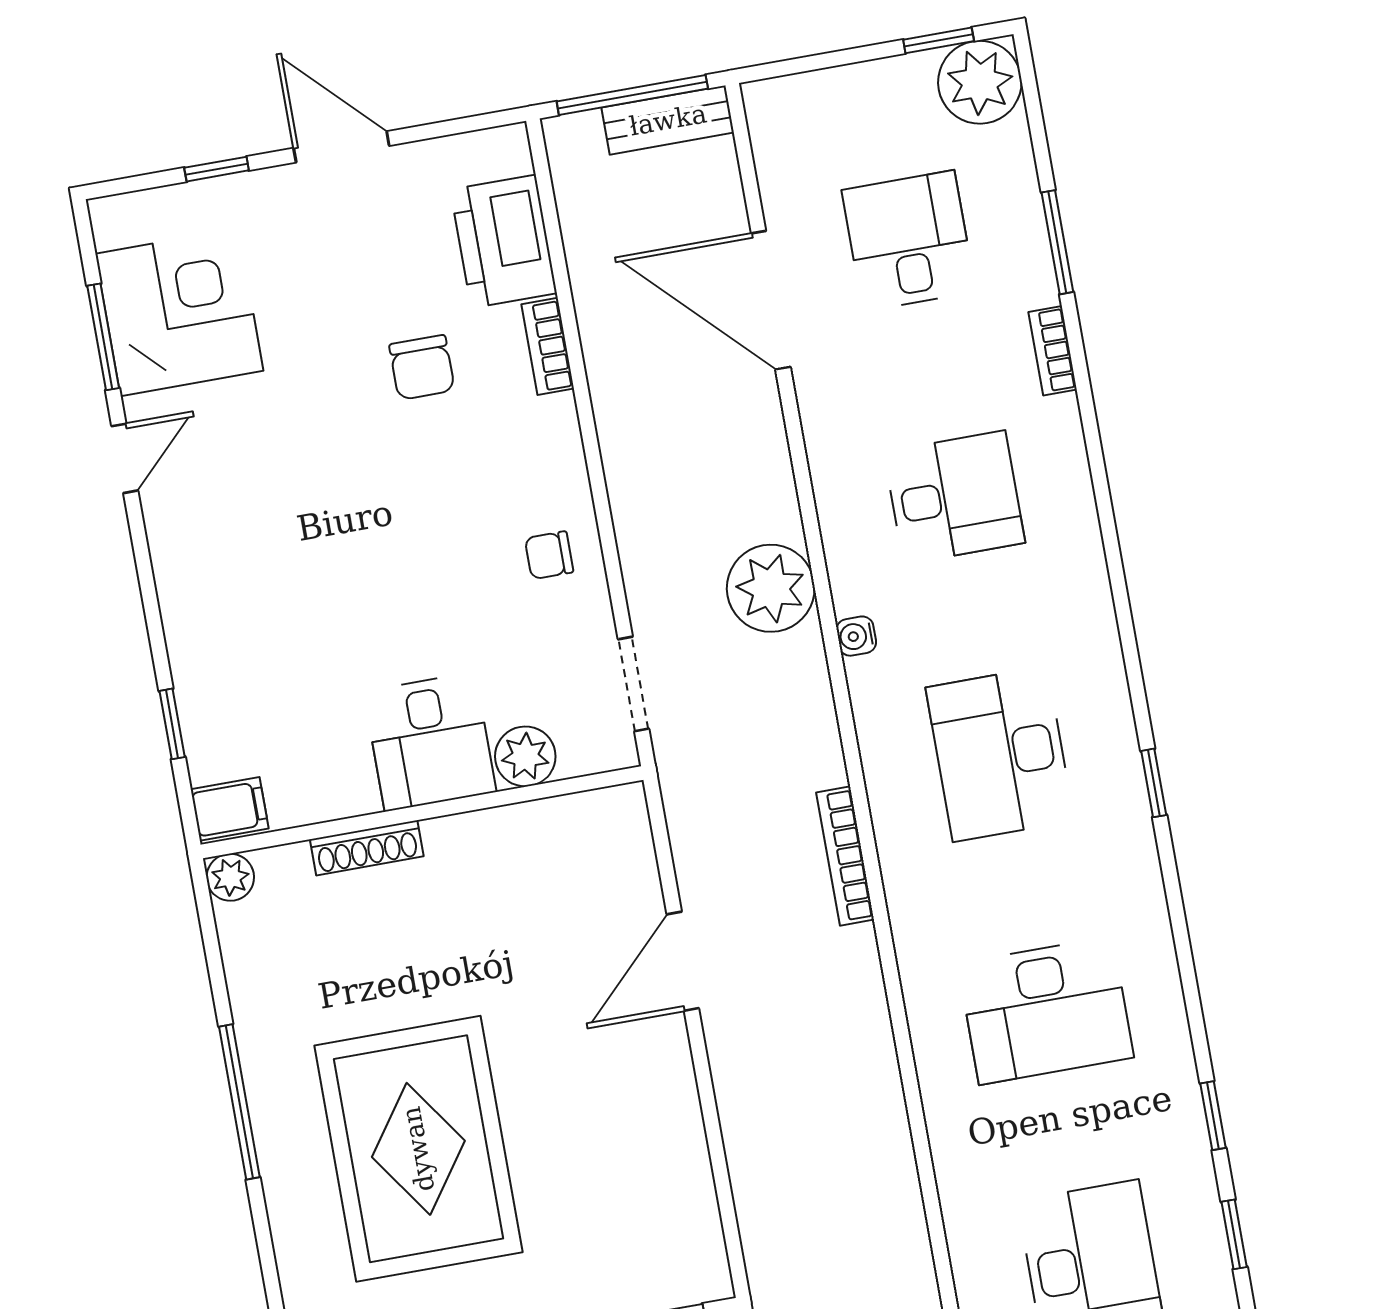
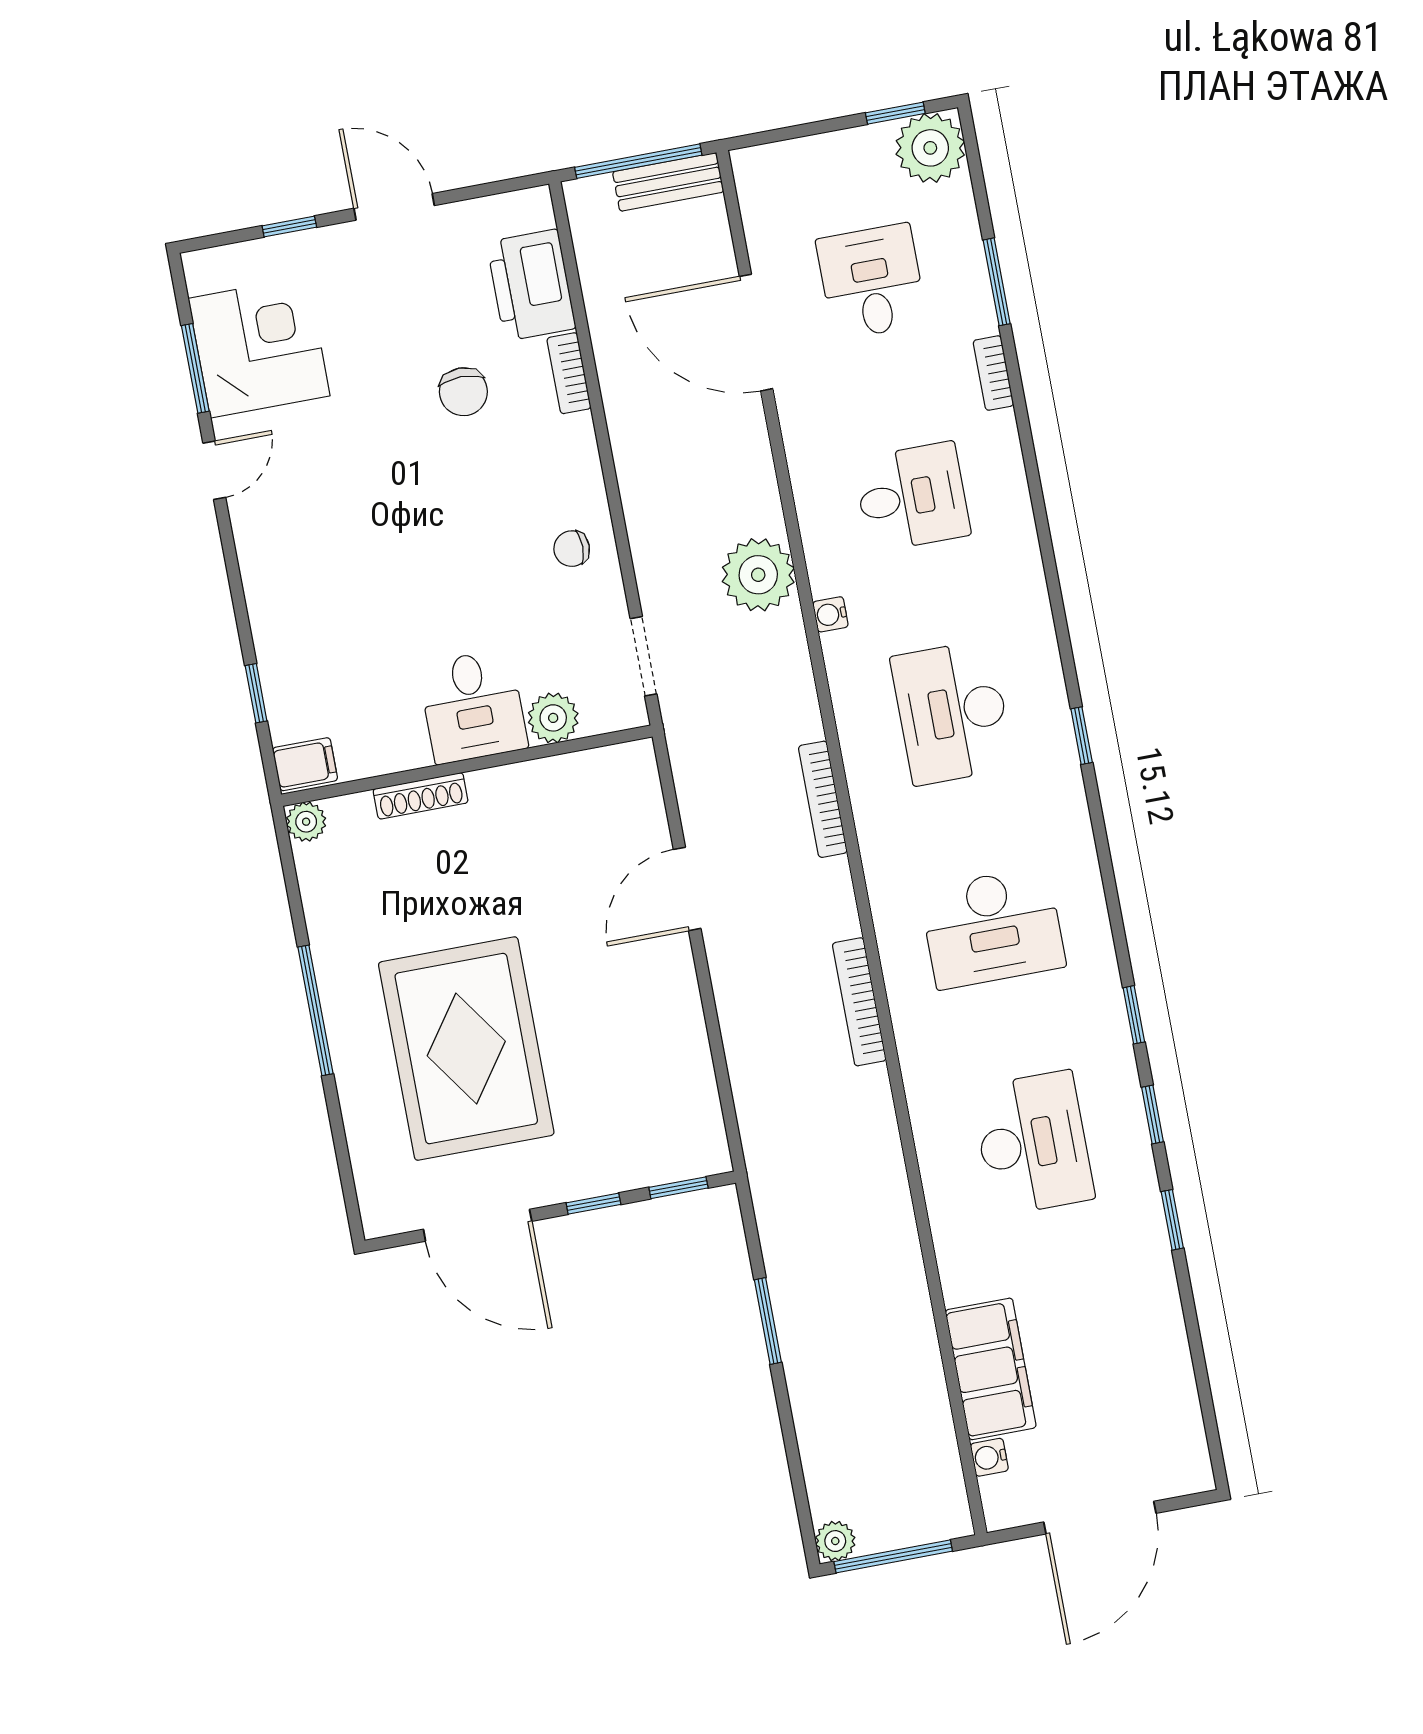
bookcase: (886, 1097) -> (859, 1002), added

